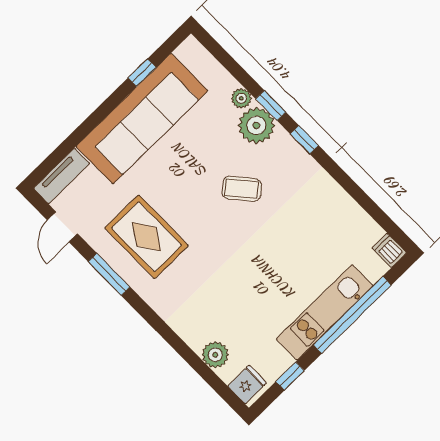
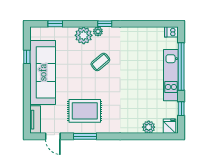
plant: (241, 98) -> (98, 31), moved
window: (271, 106) -> (55, 24), moved

